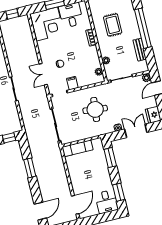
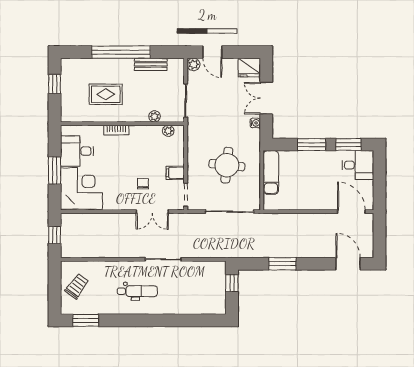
round table: (95, 109) -> (227, 165), moved
exam couch: (78, 148) -> (271, 172), moved
window: (110, 158) -> (312, 145), moved

